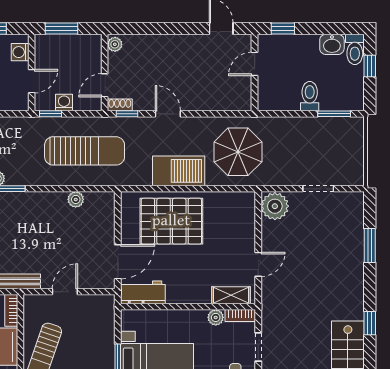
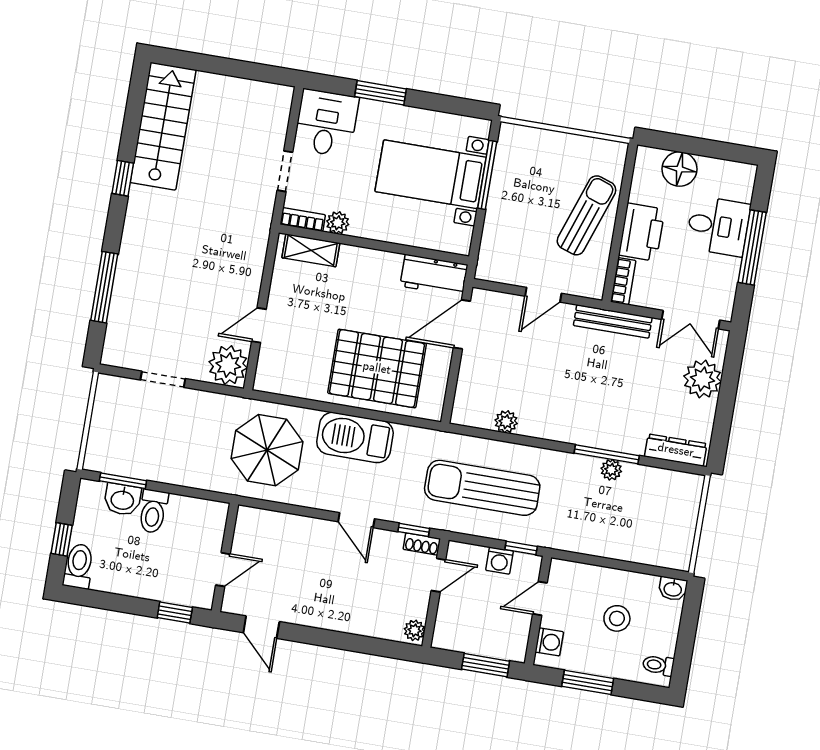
washbasin: (332, 44) -> (122, 499), moved, turned 180
window: (370, 246) -> (104, 287), width x1.44
door: (258, 264) -> (259, 325), moved

